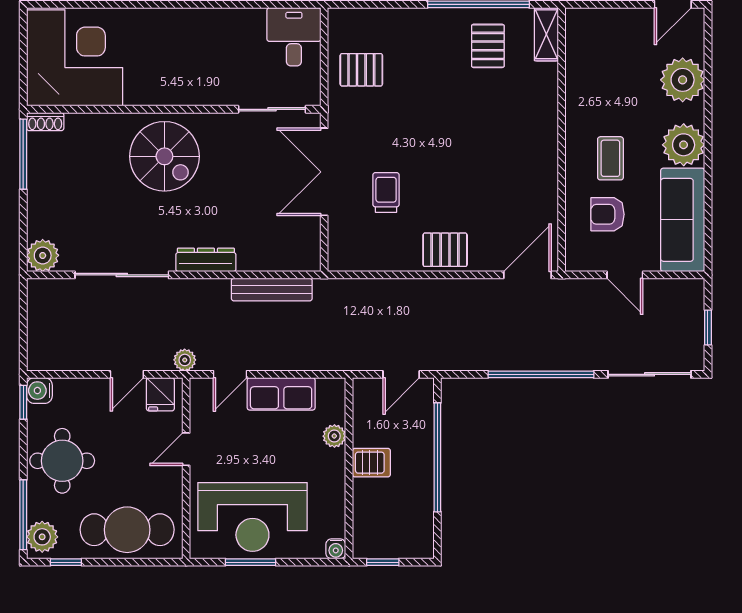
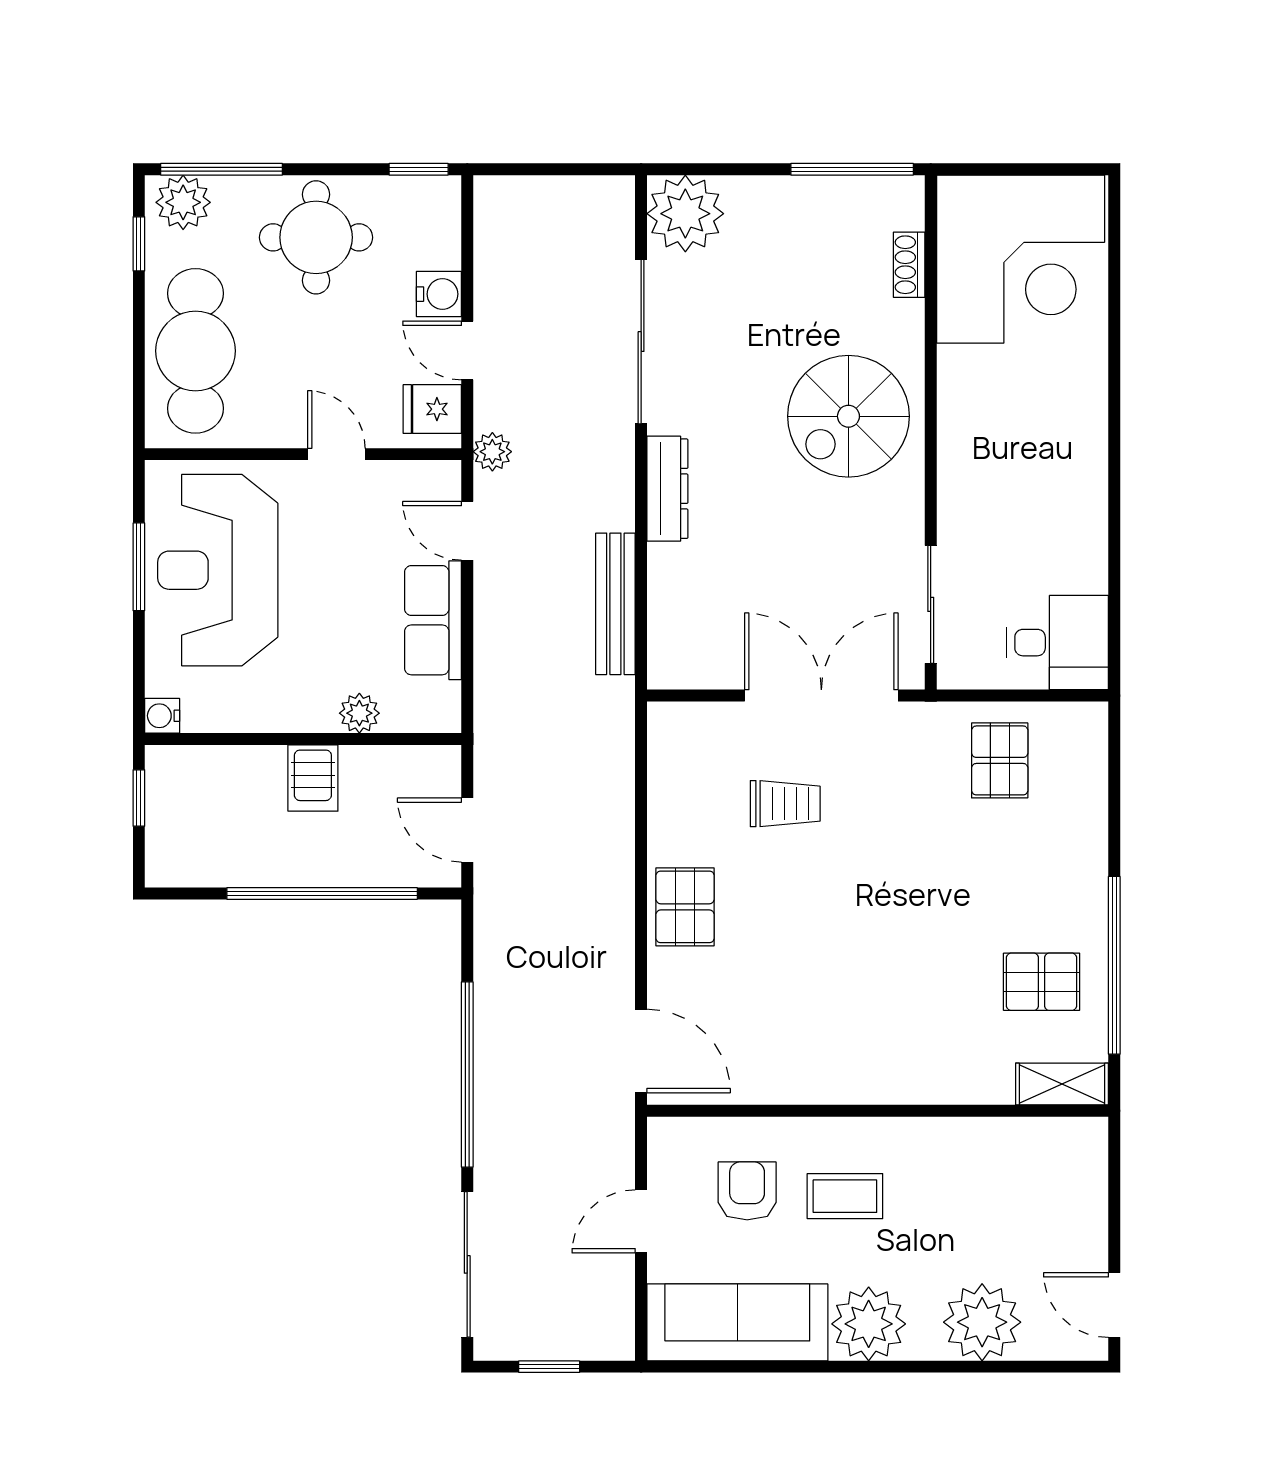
shoe rack: (45, 122) -> (909, 265), moved
plant: (43, 255) -> (685, 214), width x1.36, depth x1.36
water cooler: (39, 391) -> (439, 294), moved, turned 90

